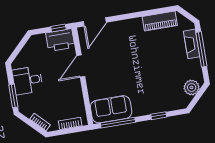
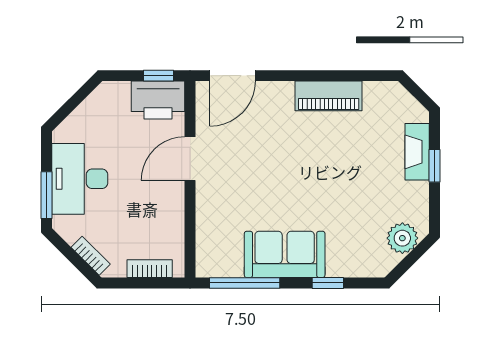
piano: (160, 21) -> (329, 96), moved
window: (201, 49) -> (435, 166), width x0.46
desk: (28, 80) -> (80, 179), width x1.37
sofa: (111, 109) -> (285, 254), moved

